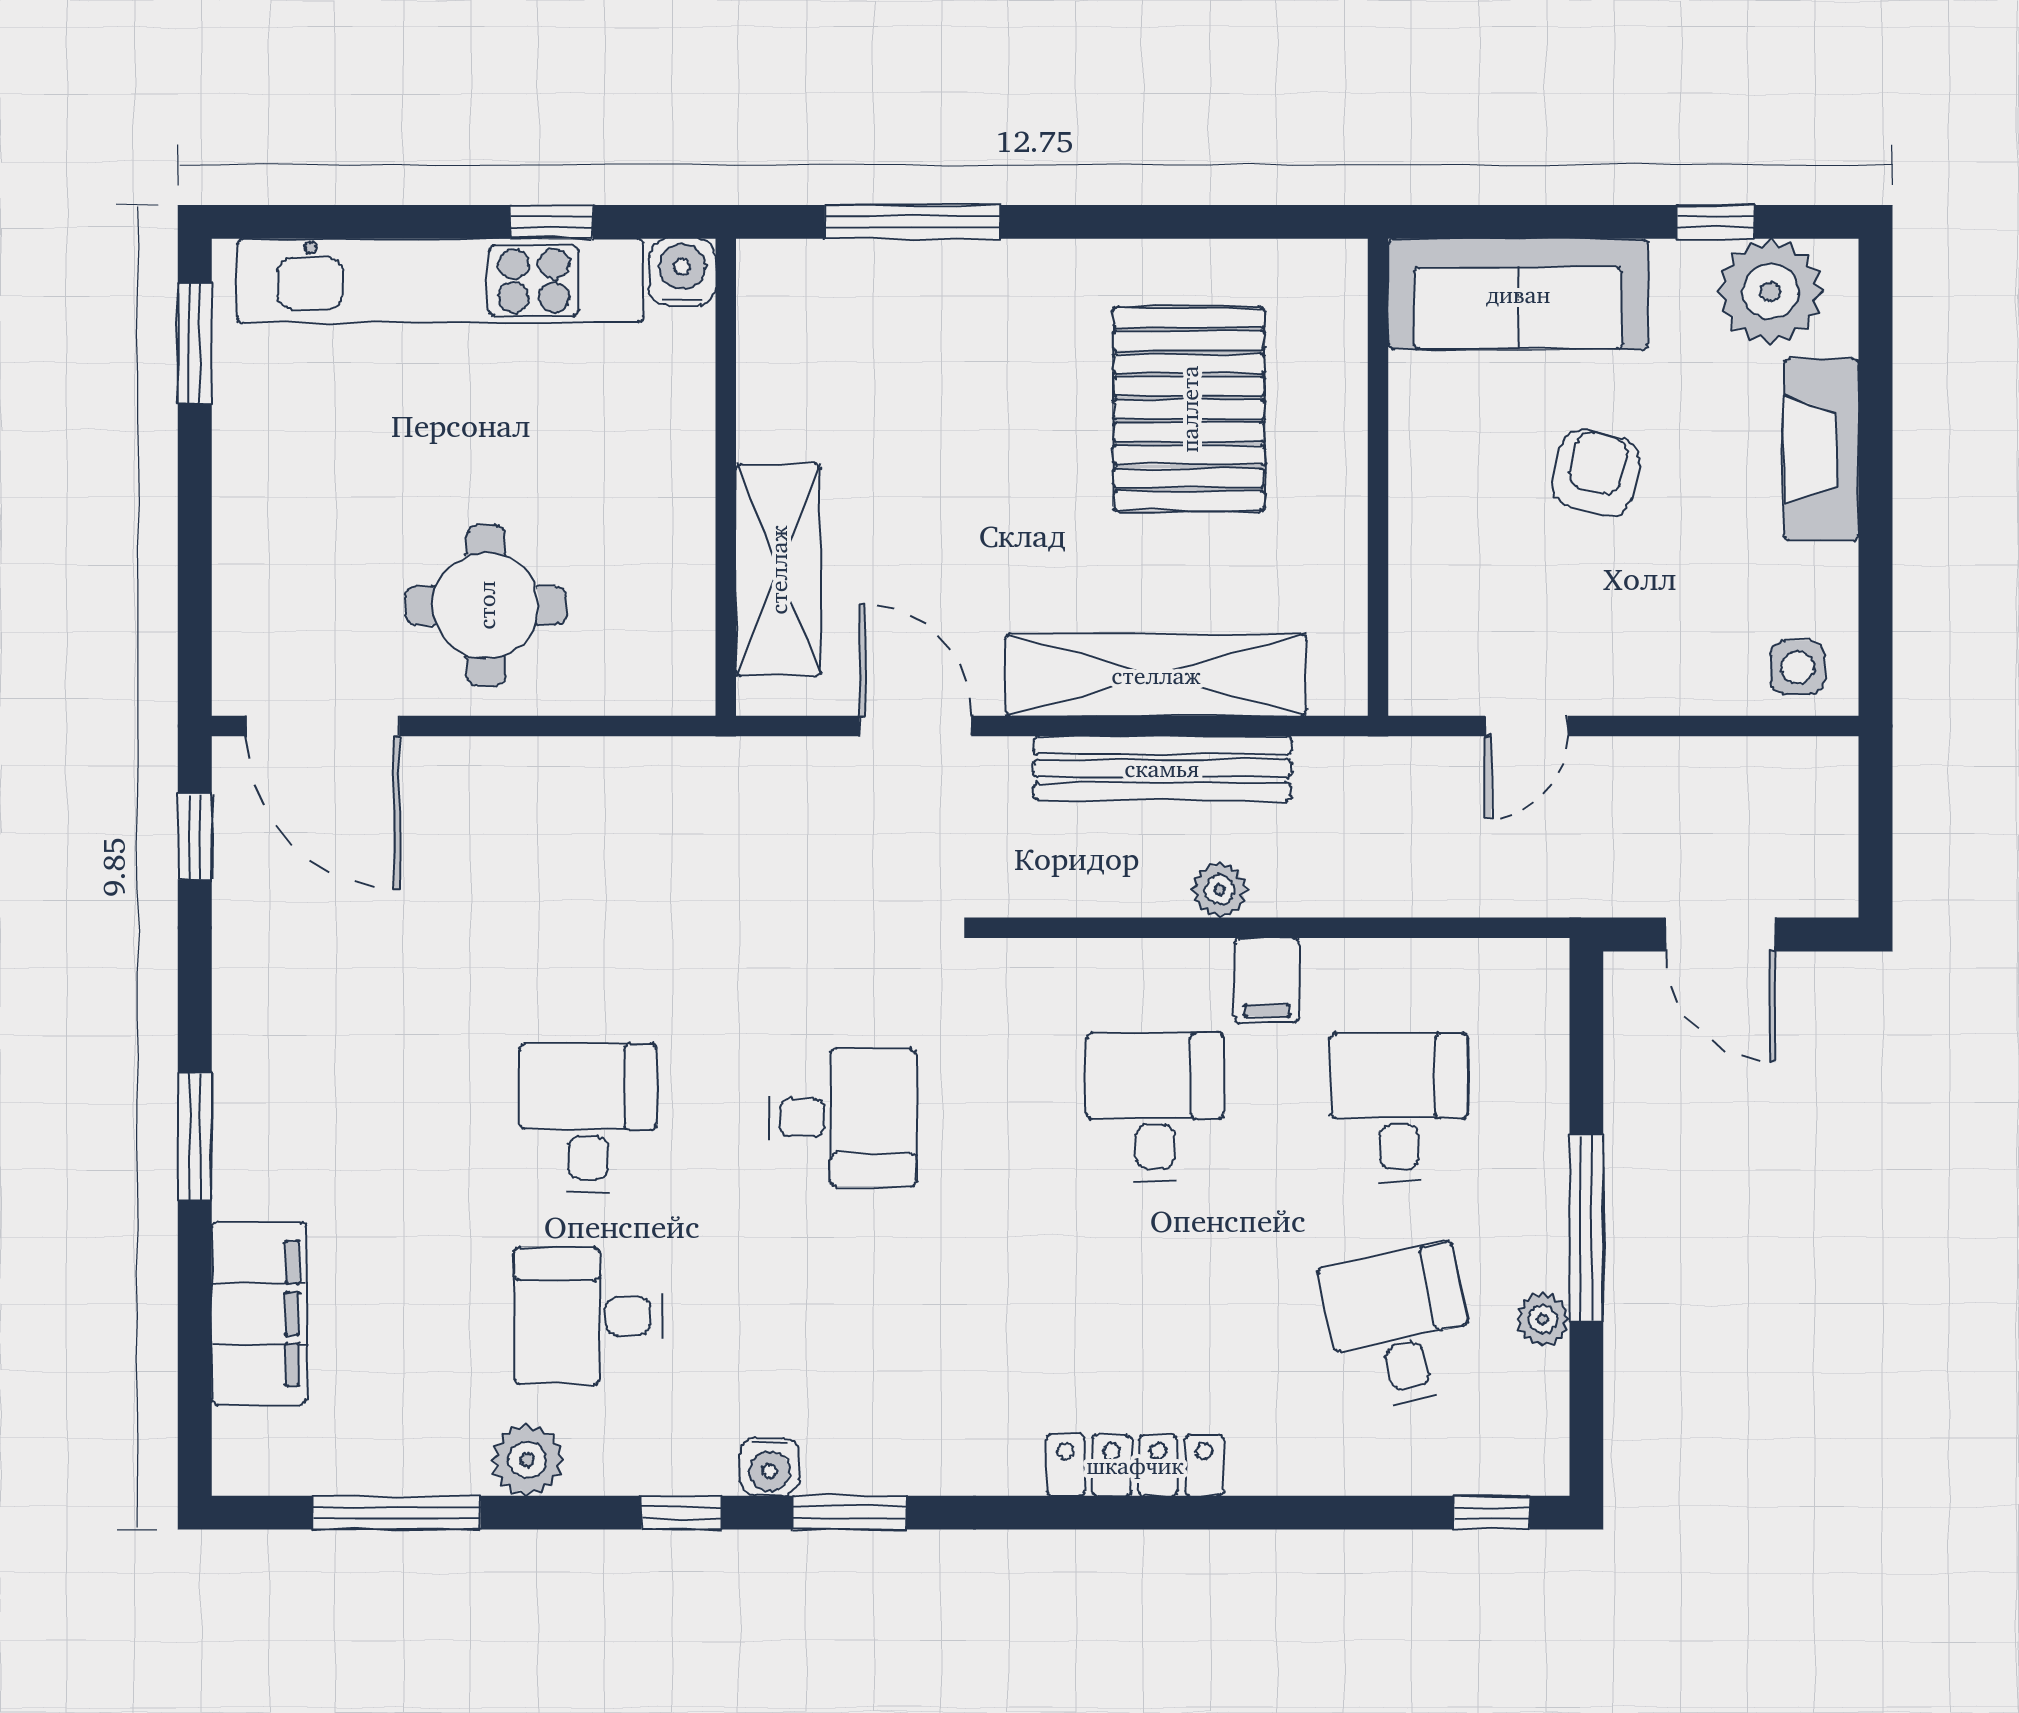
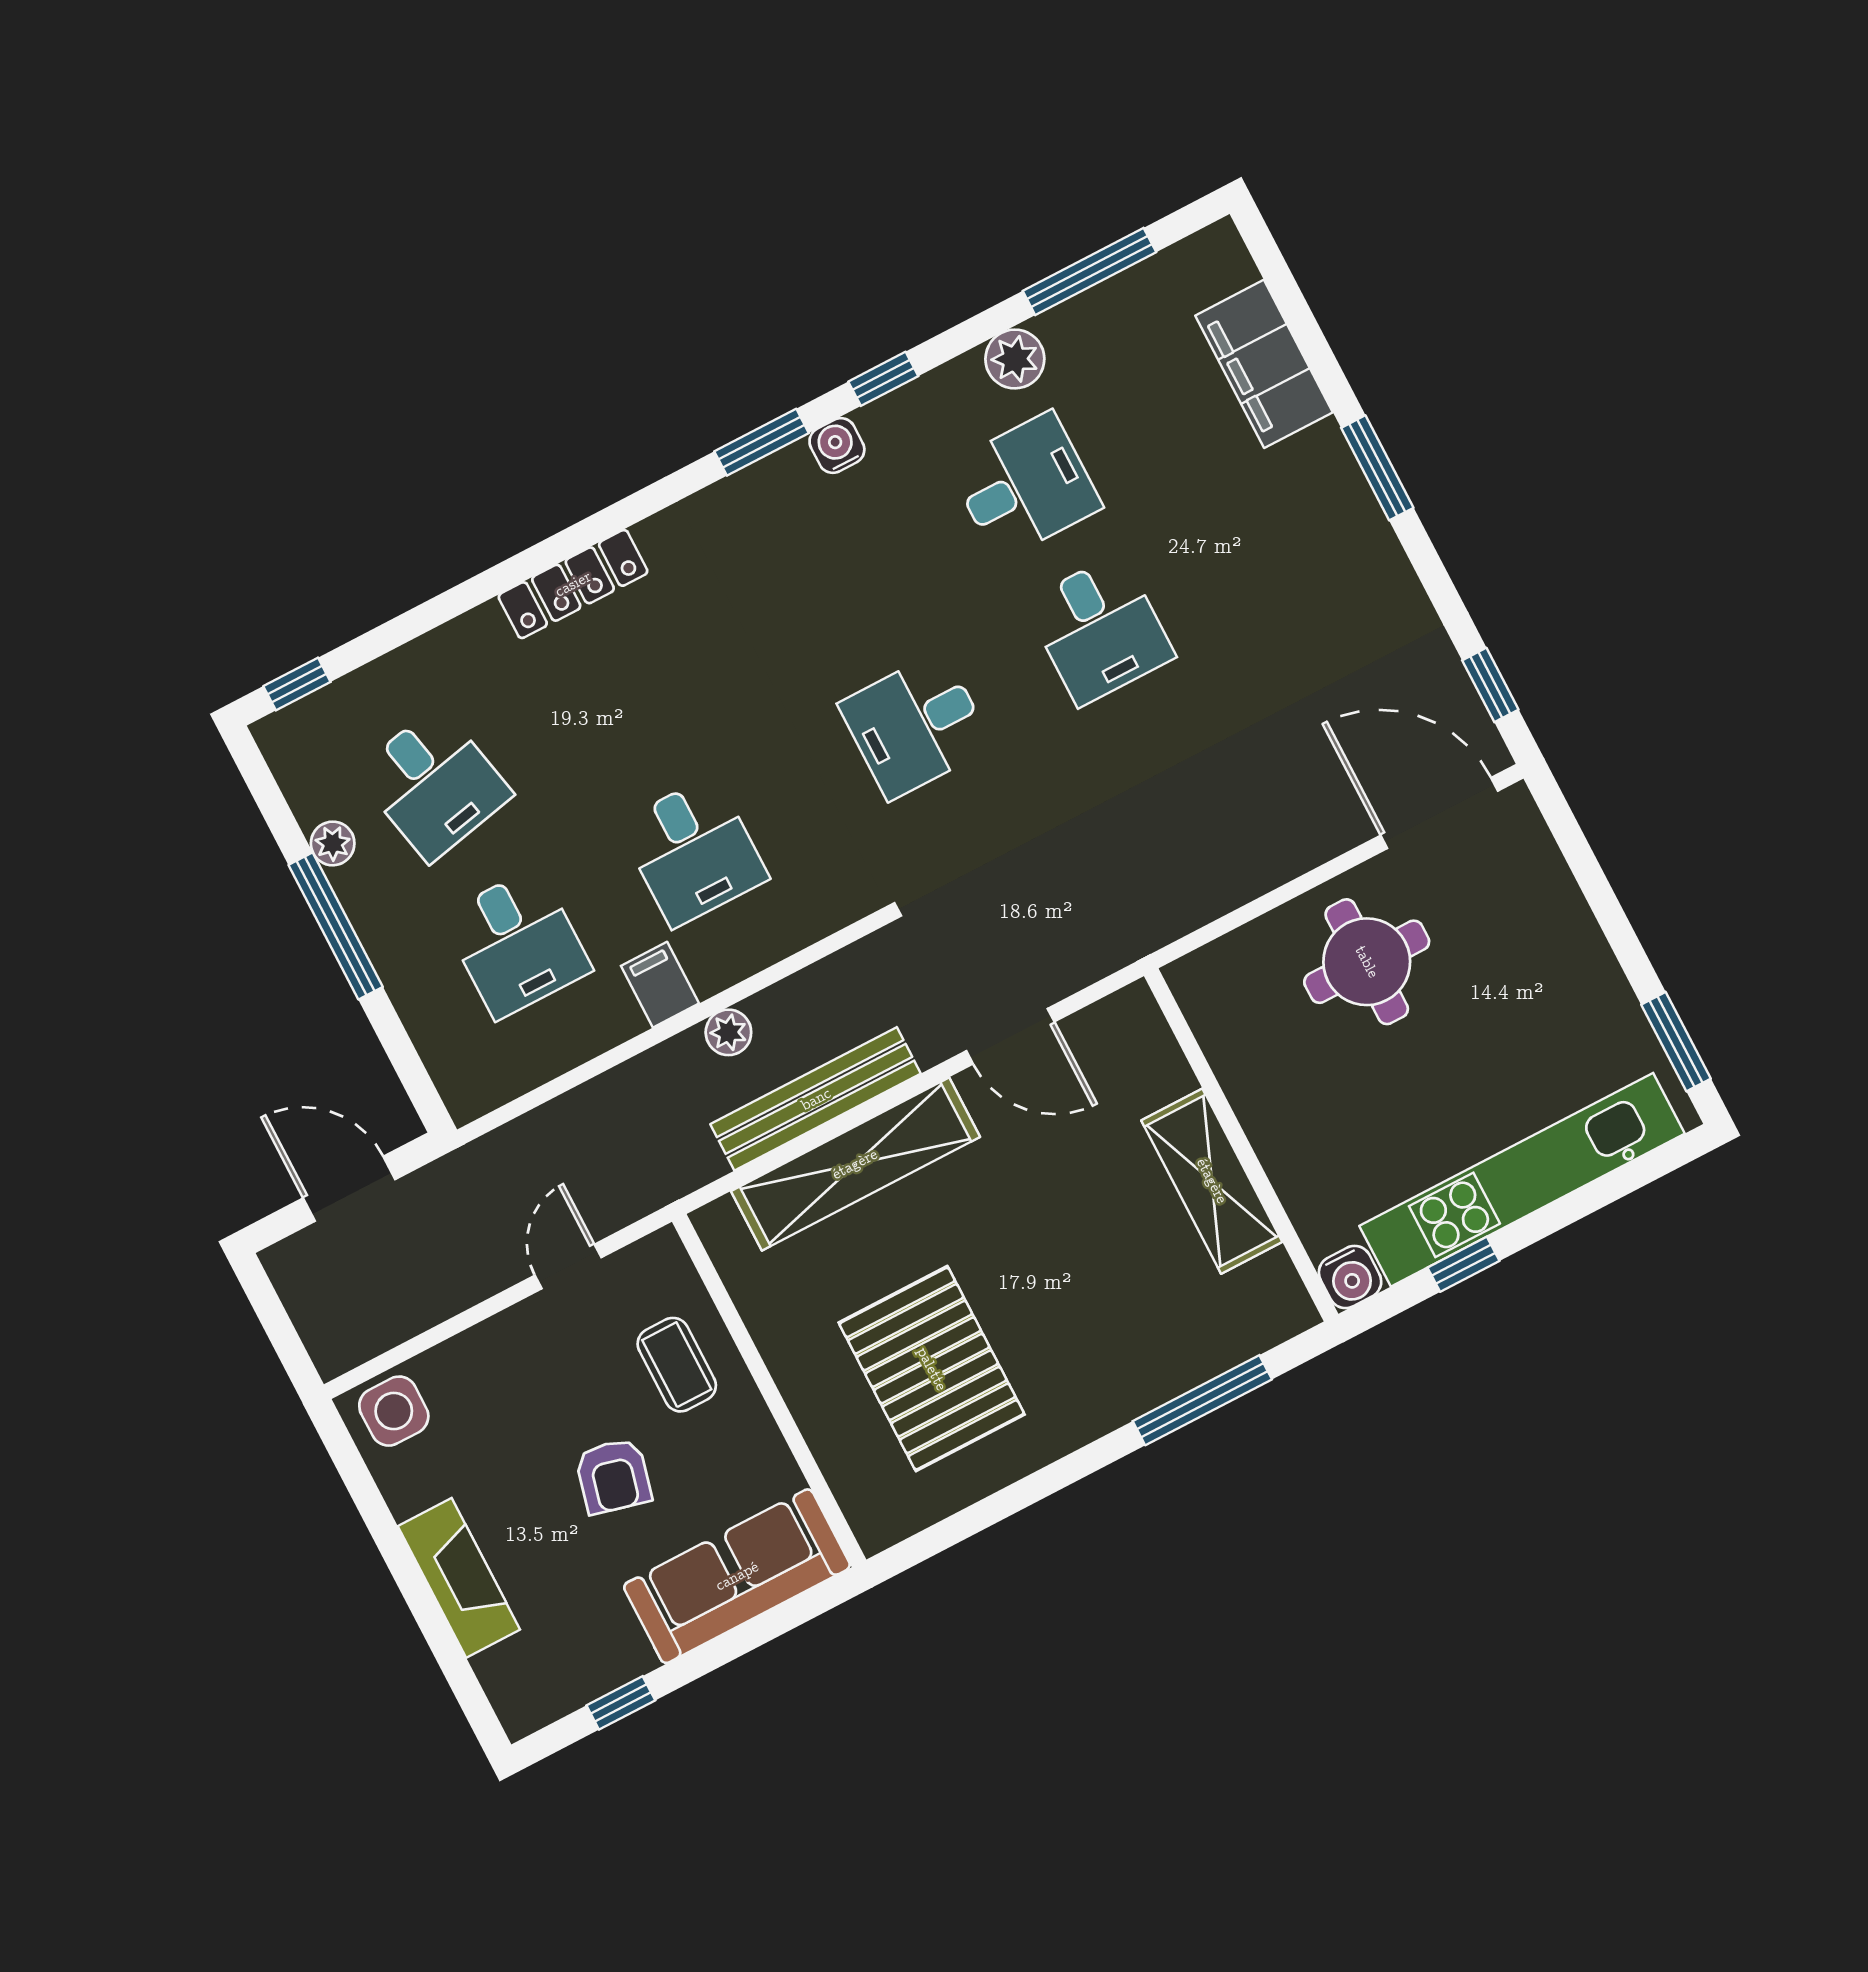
plant: (1770, 292) -> (555, 1673), removed
coffee table: (1464, 558) -> (677, 1365), added
shelving: (778, 570) -> (1212, 1181), moved
side table: (1798, 668) -> (394, 1411), width x1.37, depth x1.37

